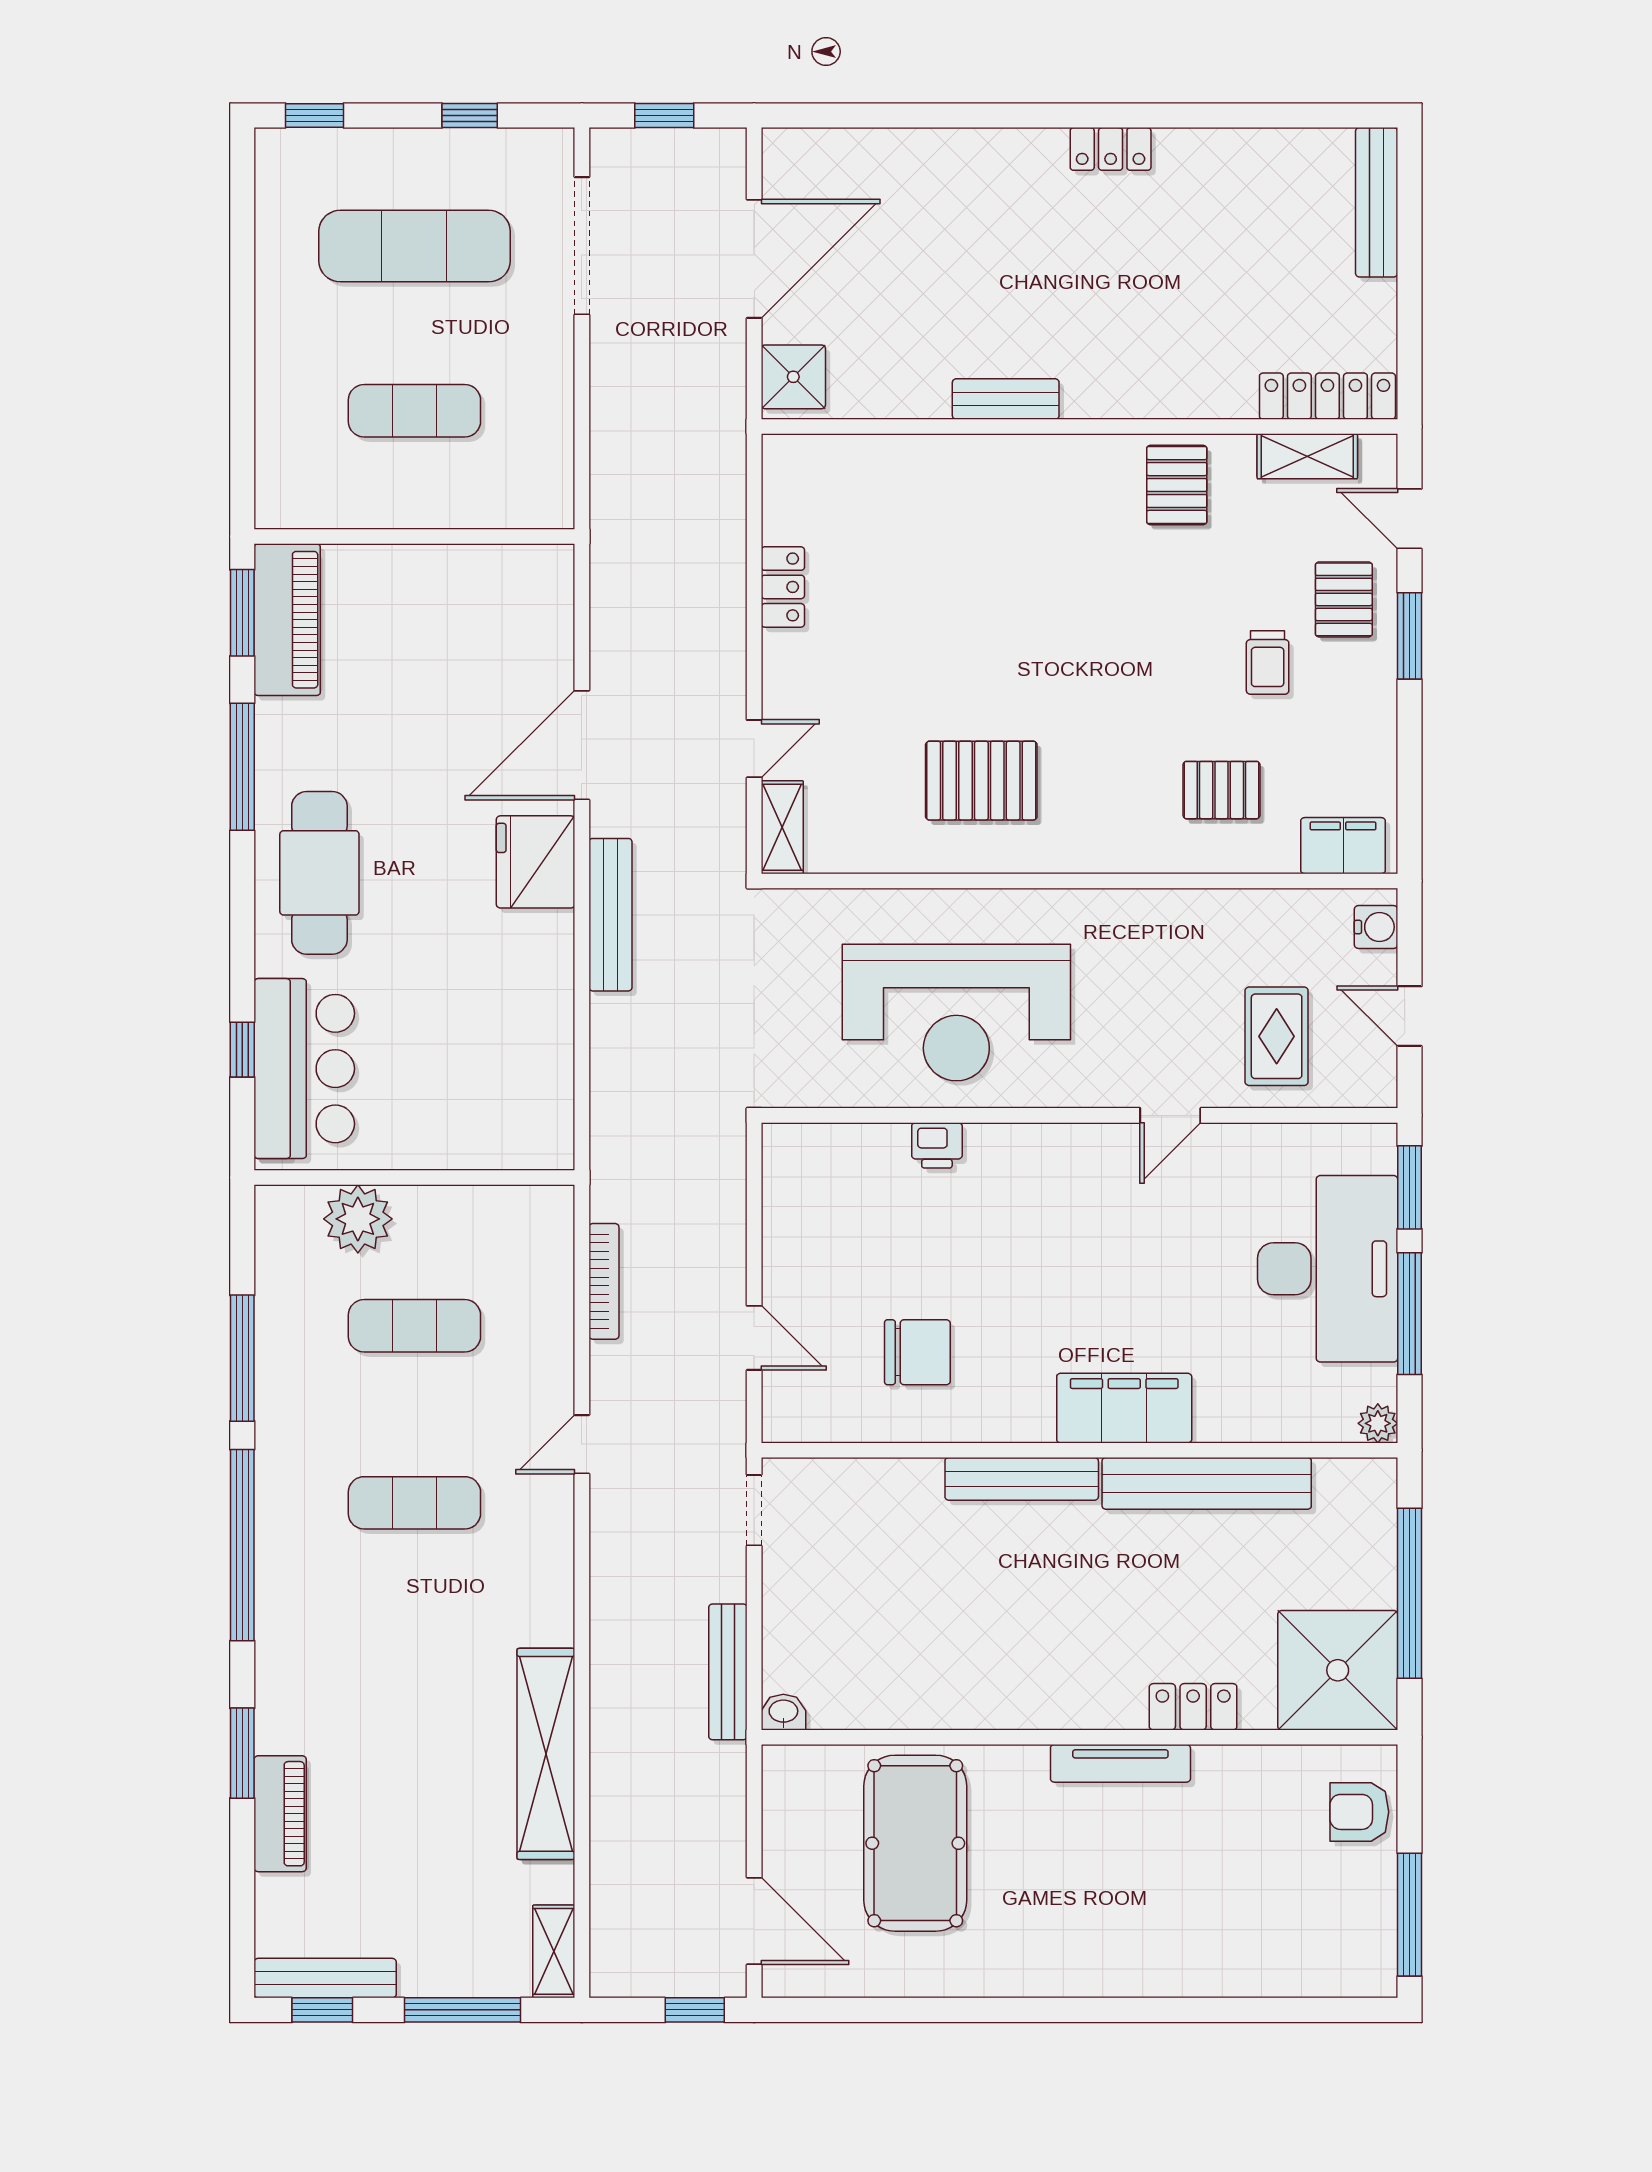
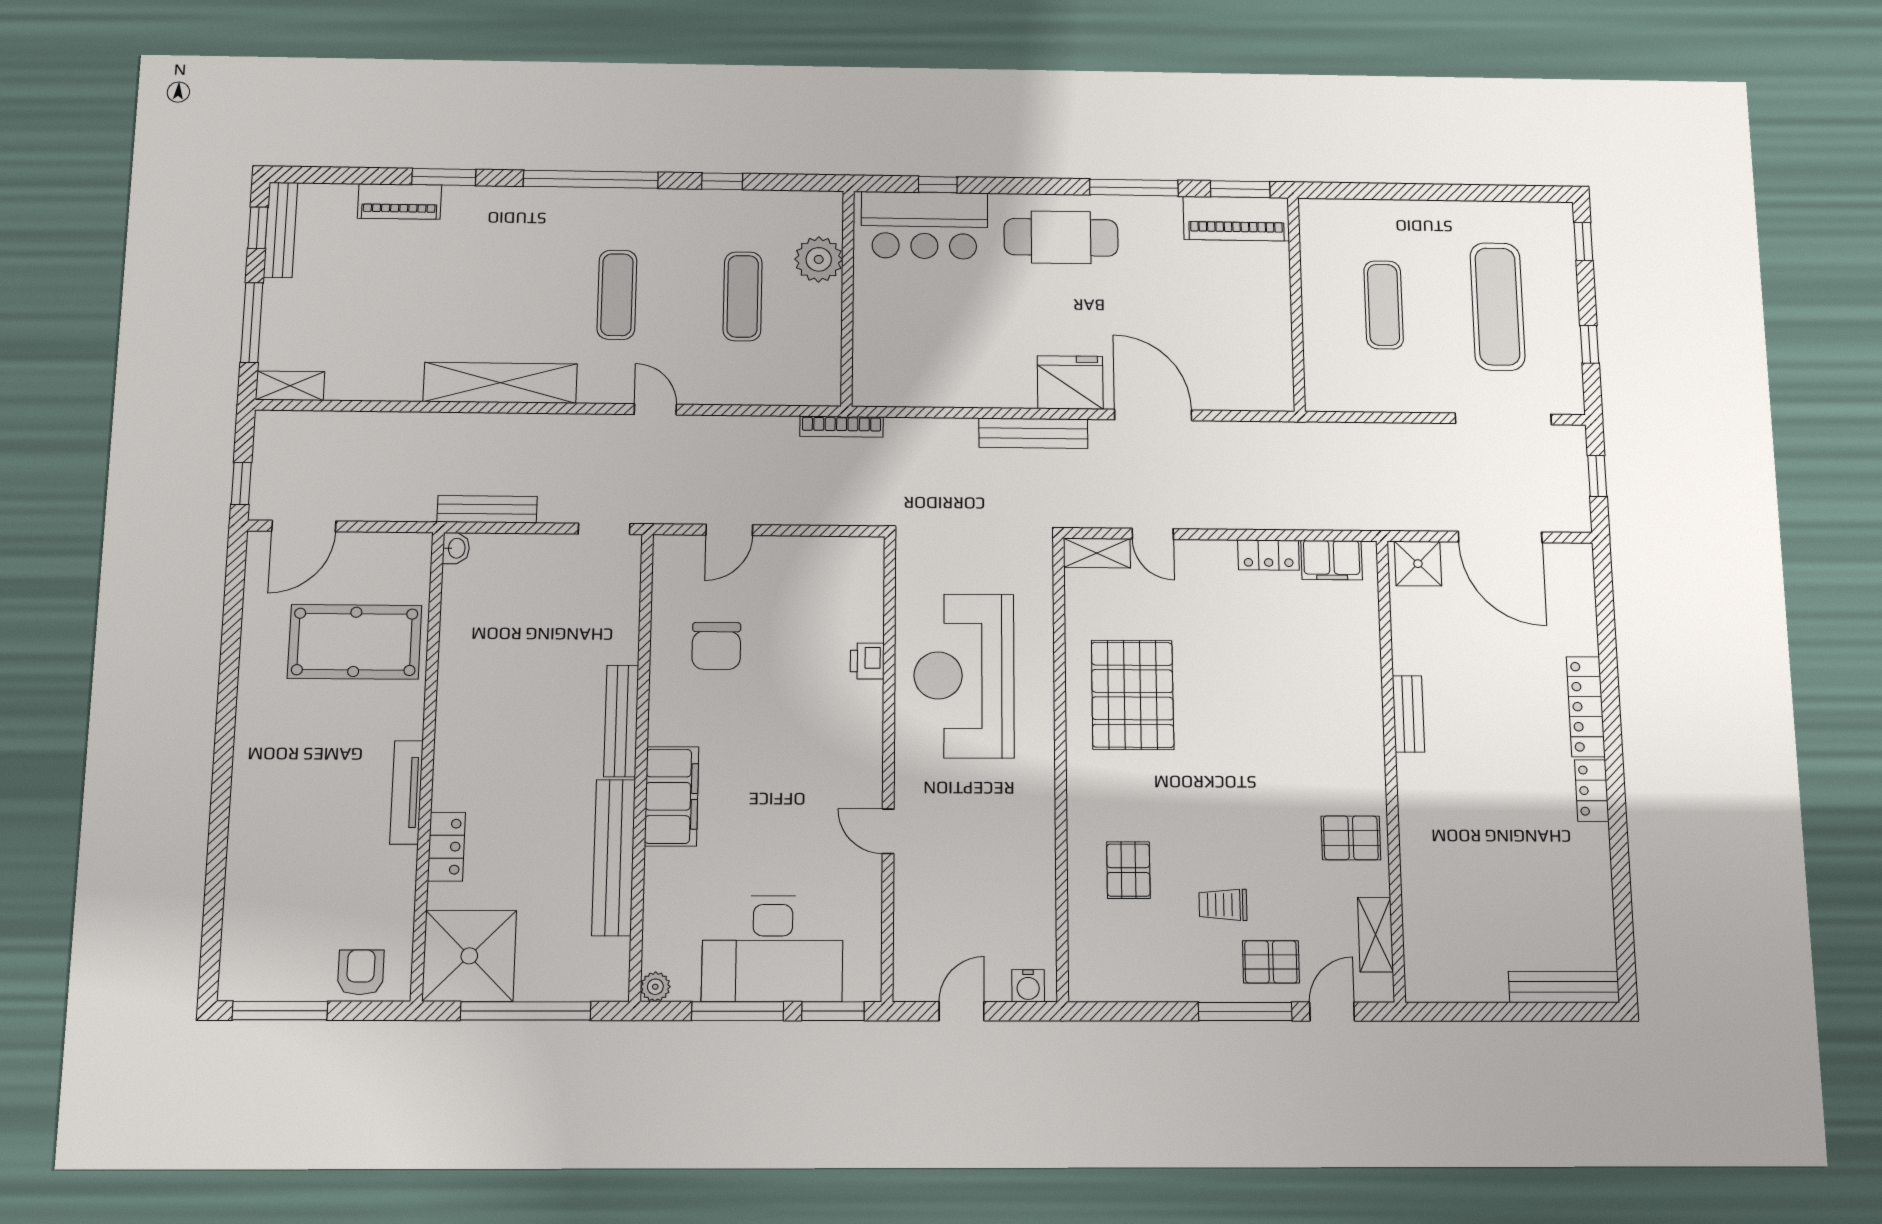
locker: (1327, 396) -> (1586, 707), moved, turned 180
window: (1409, 636) -> (1245, 1011), width x1.44
pallet: (981, 781) -> (1133, 695), width x1.37, depth x1.41
filing cabinet: (1343, 846) -> (1332, 560), moved, turned 90
rug: (1277, 1036) -> (947, 911), removed
bookcase: (604, 1281) -> (842, 427), moved
window: (242, 1358) -> (722, 181), width x0.46
shelving: (546, 1754) -> (500, 383), moved

